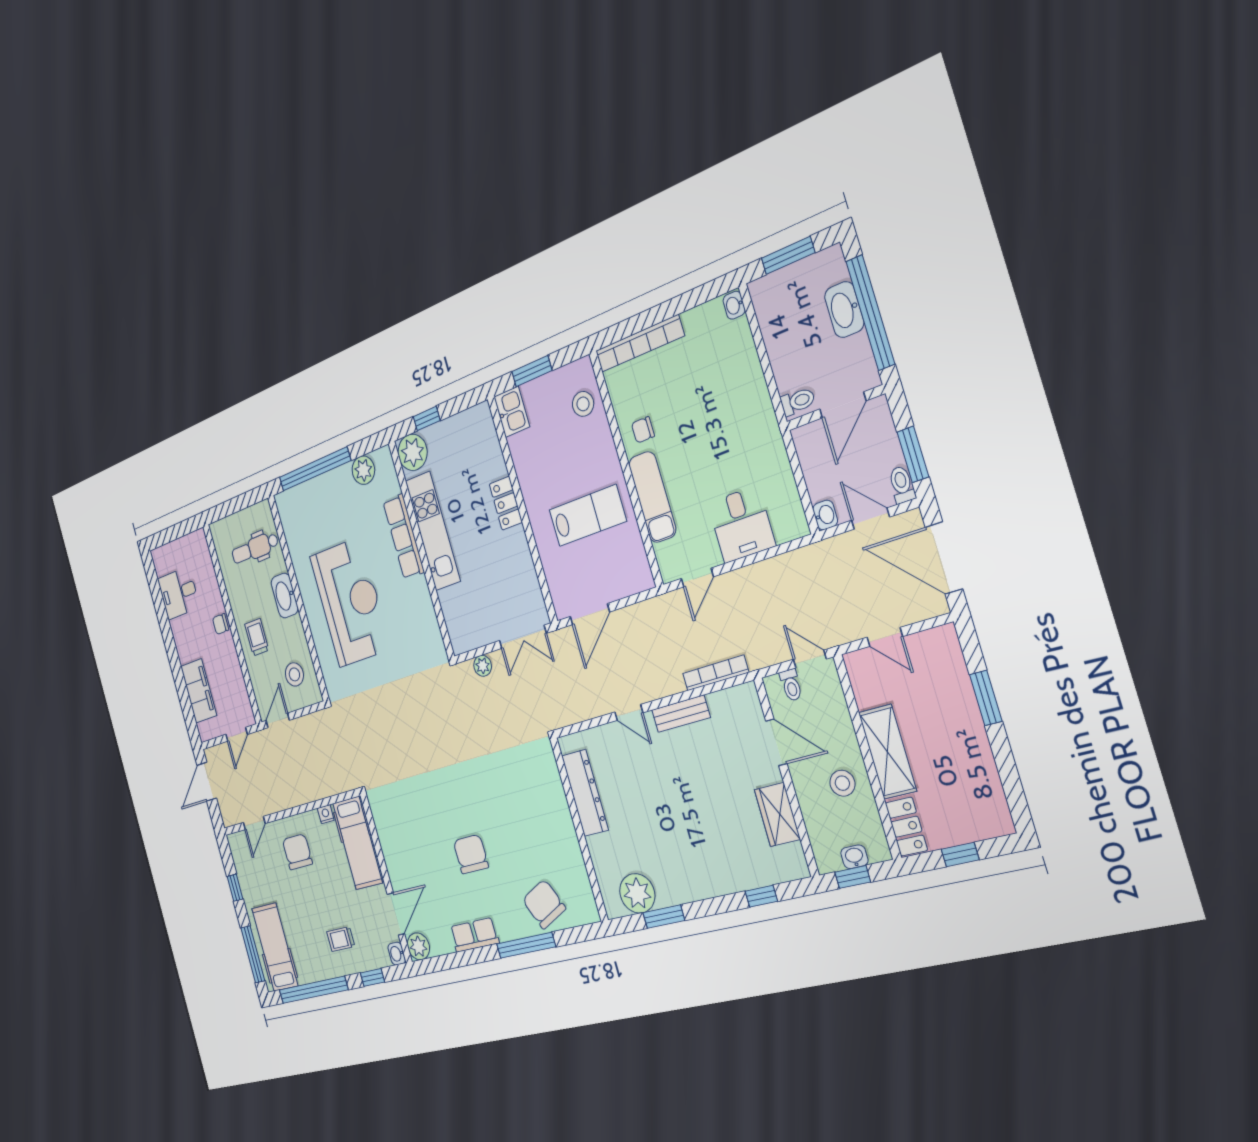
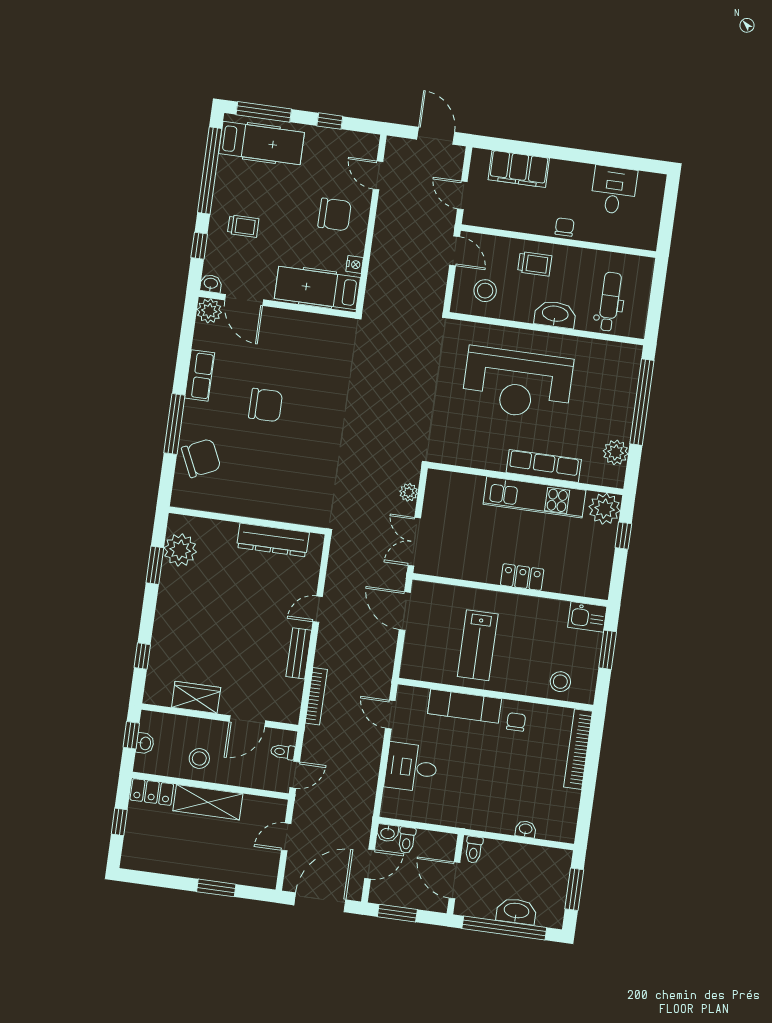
washbasin: (734, 305) -> (526, 829), moved
toilet: (902, 485) -> (407, 840), moved, turned 90
trolley: (341, 939) -> (243, 226), turned 90

